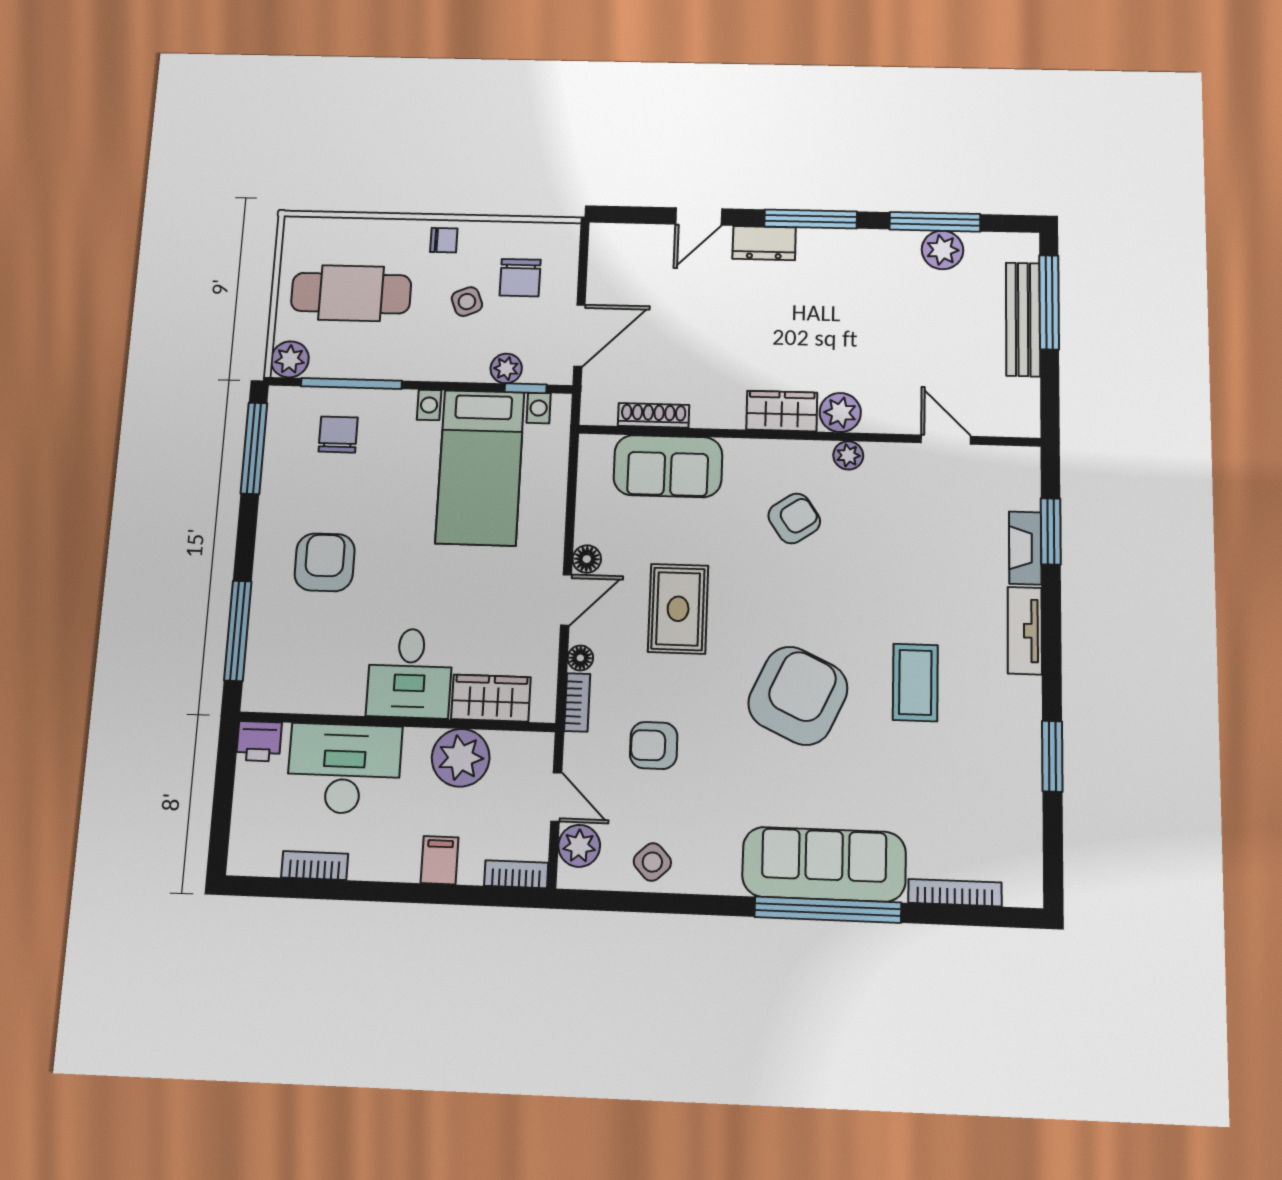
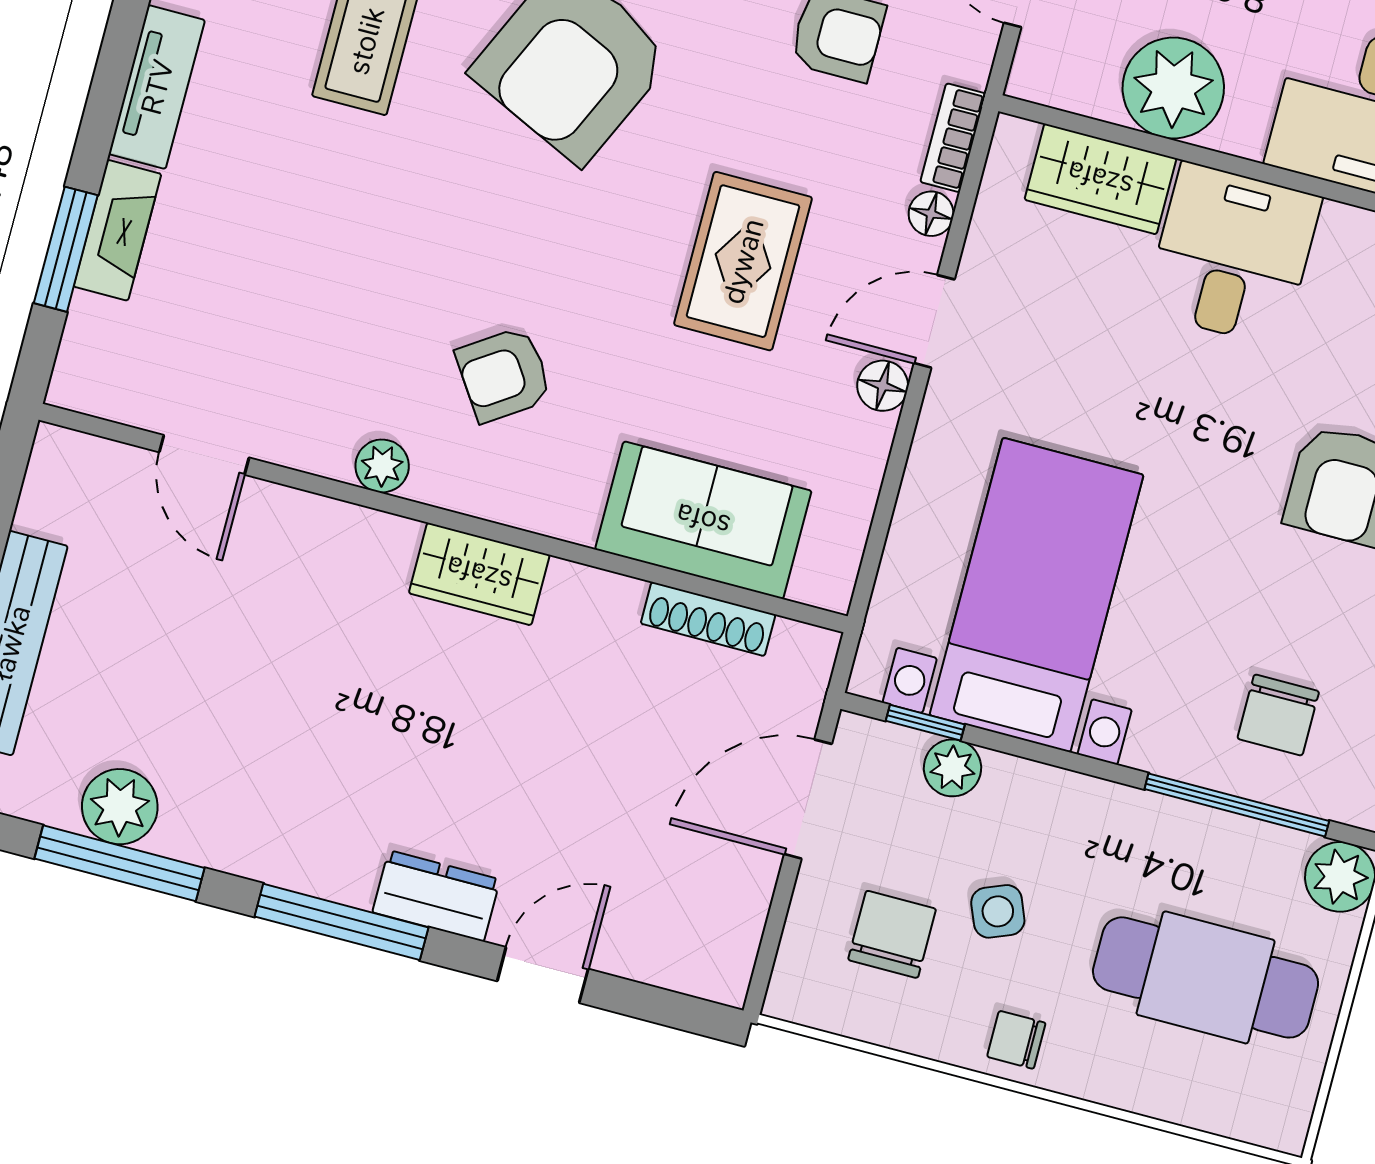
plant: (840, 413) -> (377, 547), removed

